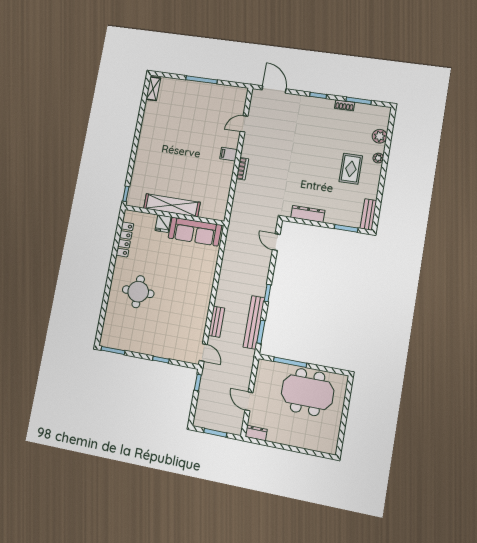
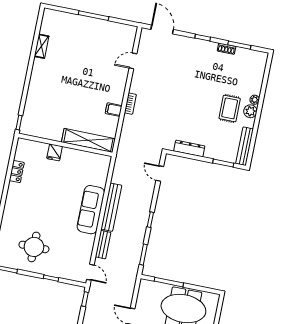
shelving: (153, 89) -> (42, 46), moved
plant: (380, 136) -> (250, 111), moved
filing cabinet: (229, 154) -> (114, 110), moved
shelving: (172, 205) -> (88, 140), moved
bench: (368, 214) -> (245, 146), width x1.36
sofa: (195, 232) -> (91, 210), moved, turned 90
locker: (125, 239) -> (17, 172), width x0.66
round table: (138, 292) -> (34, 247), moved
bench: (254, 322) -> (111, 207), moved

